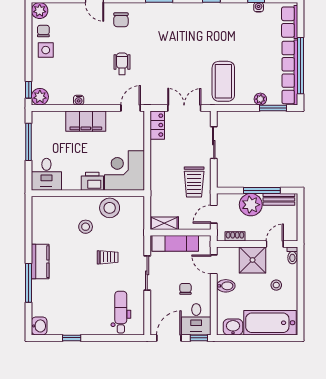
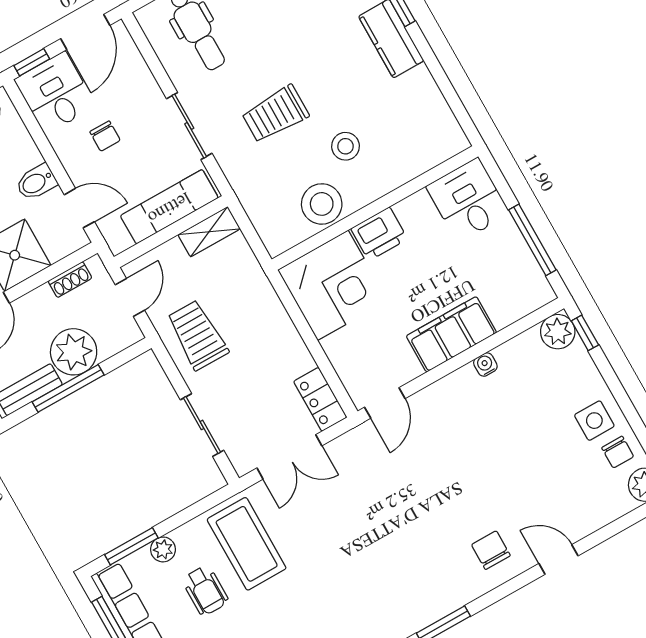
wheelchair: (122, 64) -> (205, 590), moved
trolley: (108, 257) -> (275, 114), width x1.36, depth x1.39

